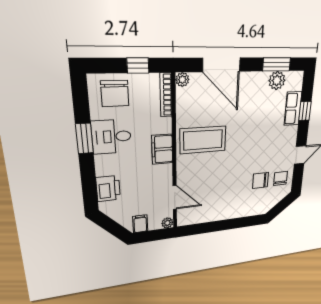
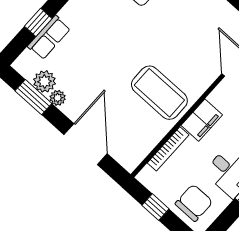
plant: (182, 80) -> (58, 98), moved
bookcase: (166, 95) -> (168, 149), moved

